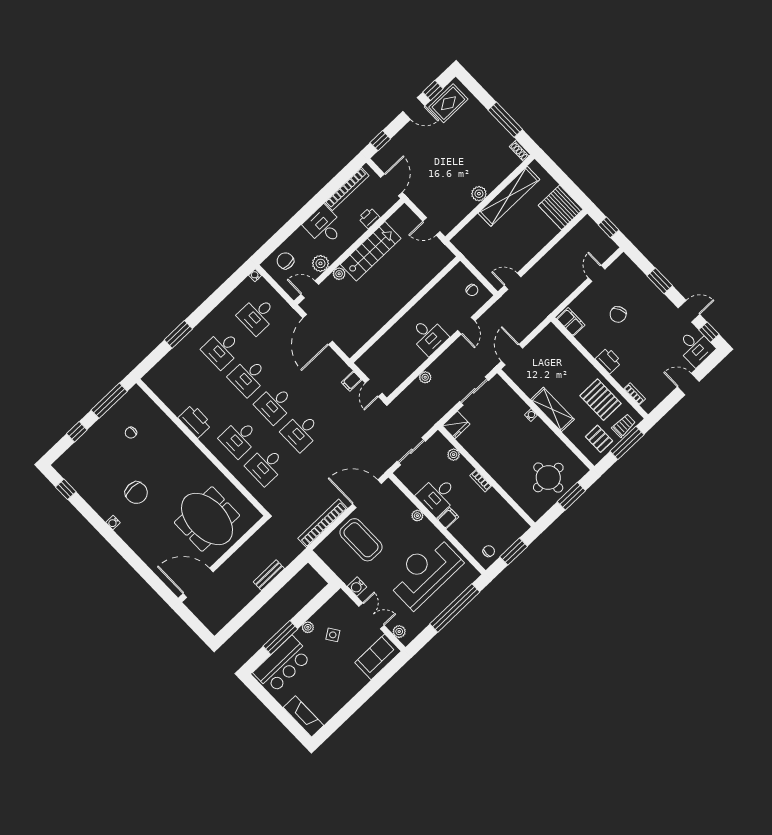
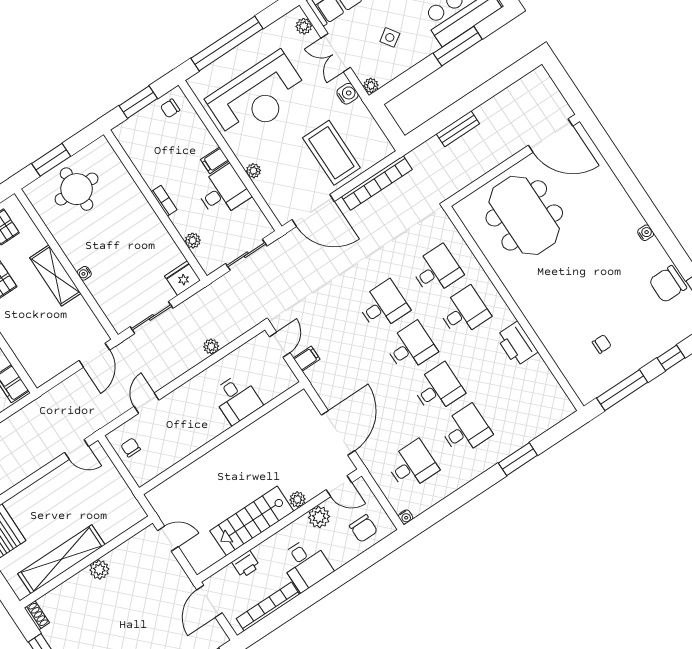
desk: (429, 336) -> (237, 399), moved, turned 180
chair: (136, 493) -> (668, 284), moved, turned -90
plant: (308, 627) -> (371, 85), moved

